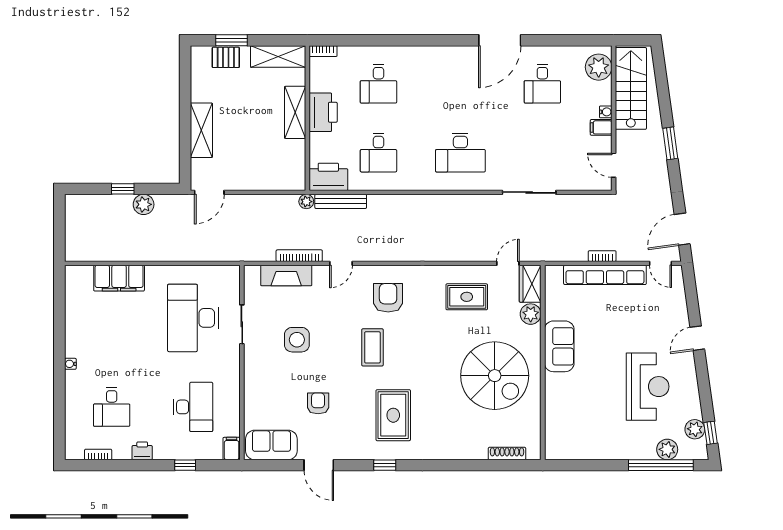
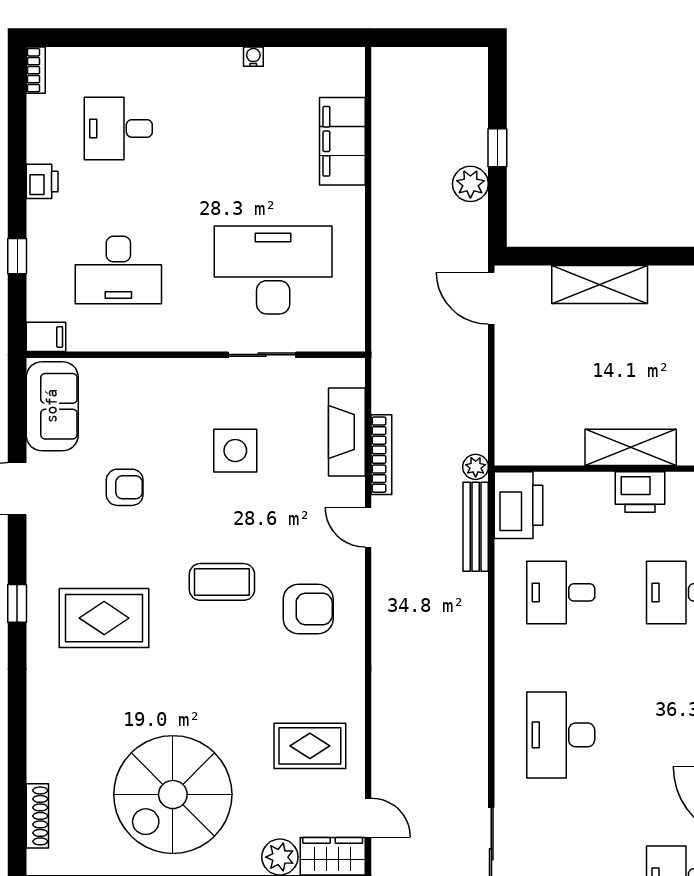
printer: (323, 112) -> (640, 492), width x0.73, depth x0.84
rug: (467, 297) -> (310, 746), turned 90
water cooler: (70, 364) -> (253, 57), moved
bookcase: (98, 454) -> (36, 70), moved

